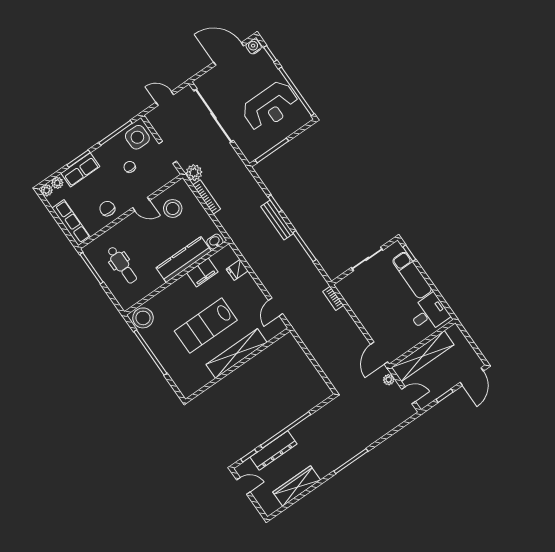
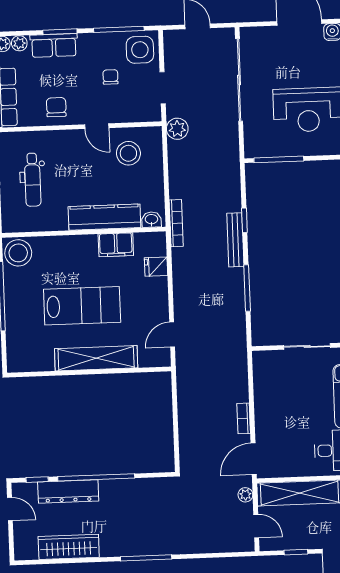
bookcase: (207, 197) -> (176, 223), moved
bookcase: (333, 298) -> (244, 418), moved
lab bench: (206, 326) -> (82, 306), turned 180

